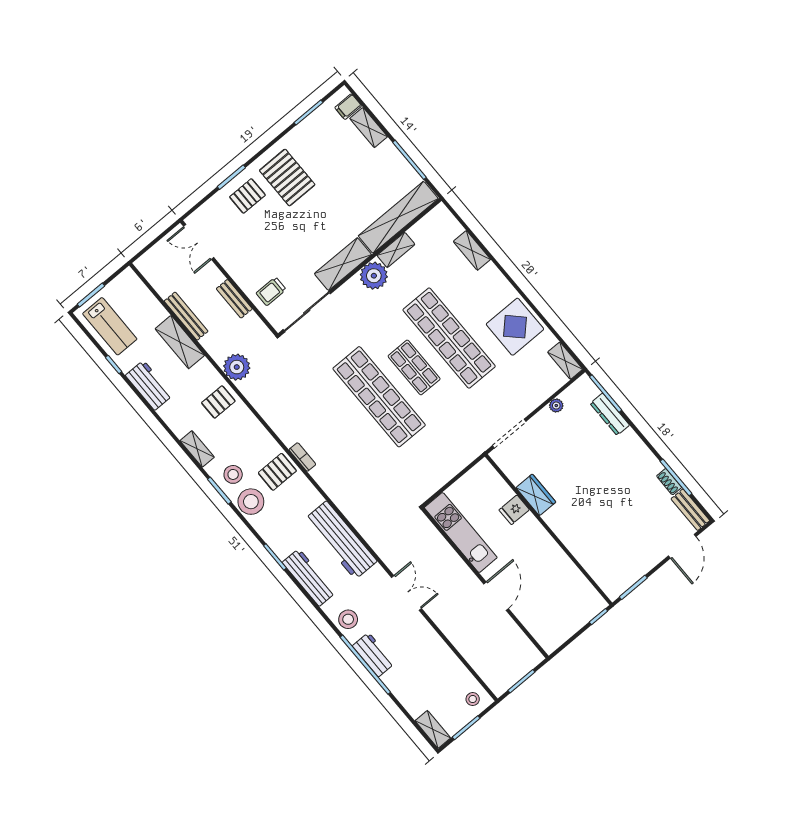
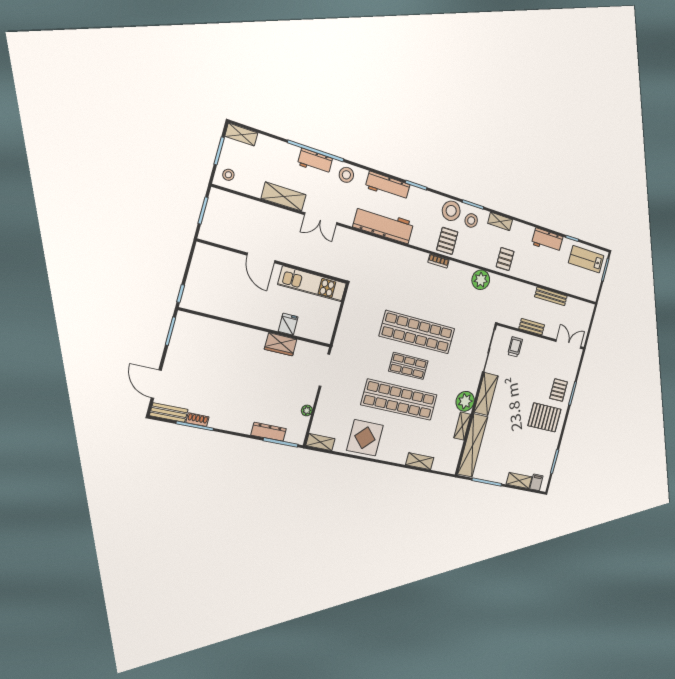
shelving: (180, 342) -> (284, 197), moved
plant: (237, 367) -> (481, 280), moved

